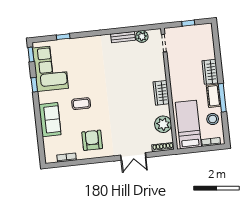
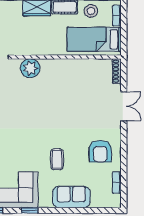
wardrobe: (161, 93) -> (55, 66), removed
plant: (163, 124) -> (30, 68), moved
armchair: (92, 140) -> (100, 151), turned -90

